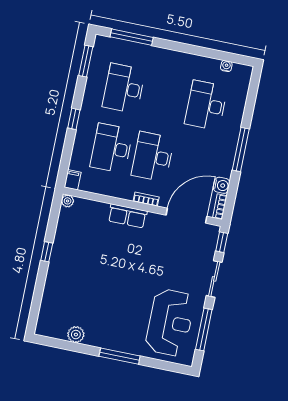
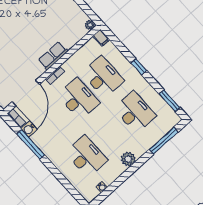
plant: (177, 60) -> (128, 159), added
window: (241, 150) -> (31, 144), moved

